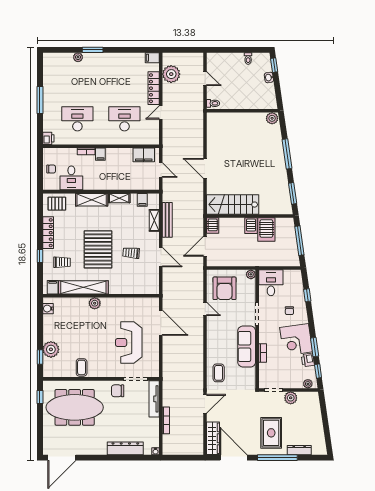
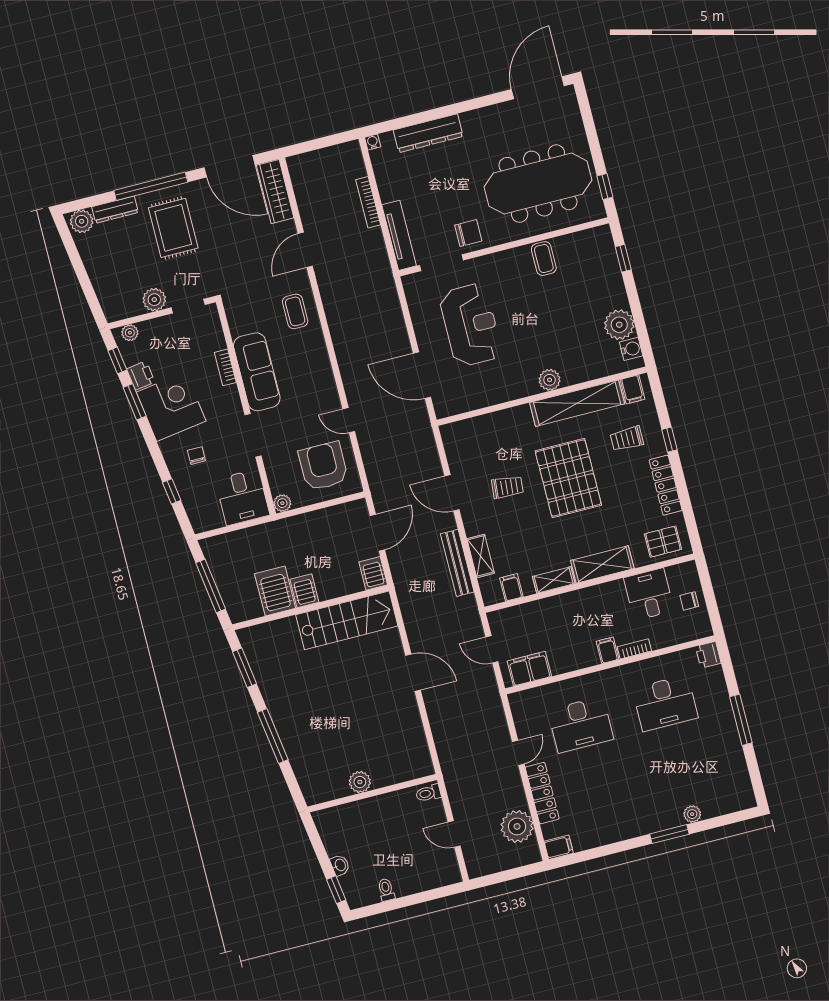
plant: (272, 118) -> (360, 782), moved
plant: (51, 349) -> (619, 325), moved
plant: (318, 448) -> (82, 221), added

